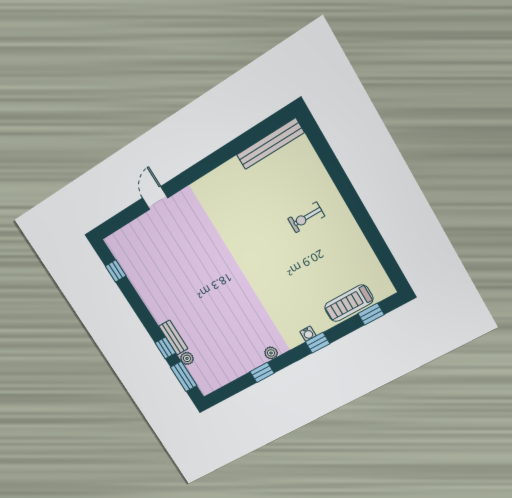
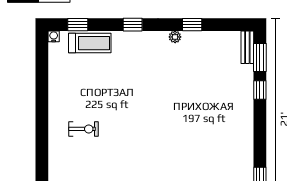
water cooler: (308, 334) -> (54, 36), moved
bench: (173, 337) -> (247, 47), moved
plant: (187, 358) -> (247, 71), removed

